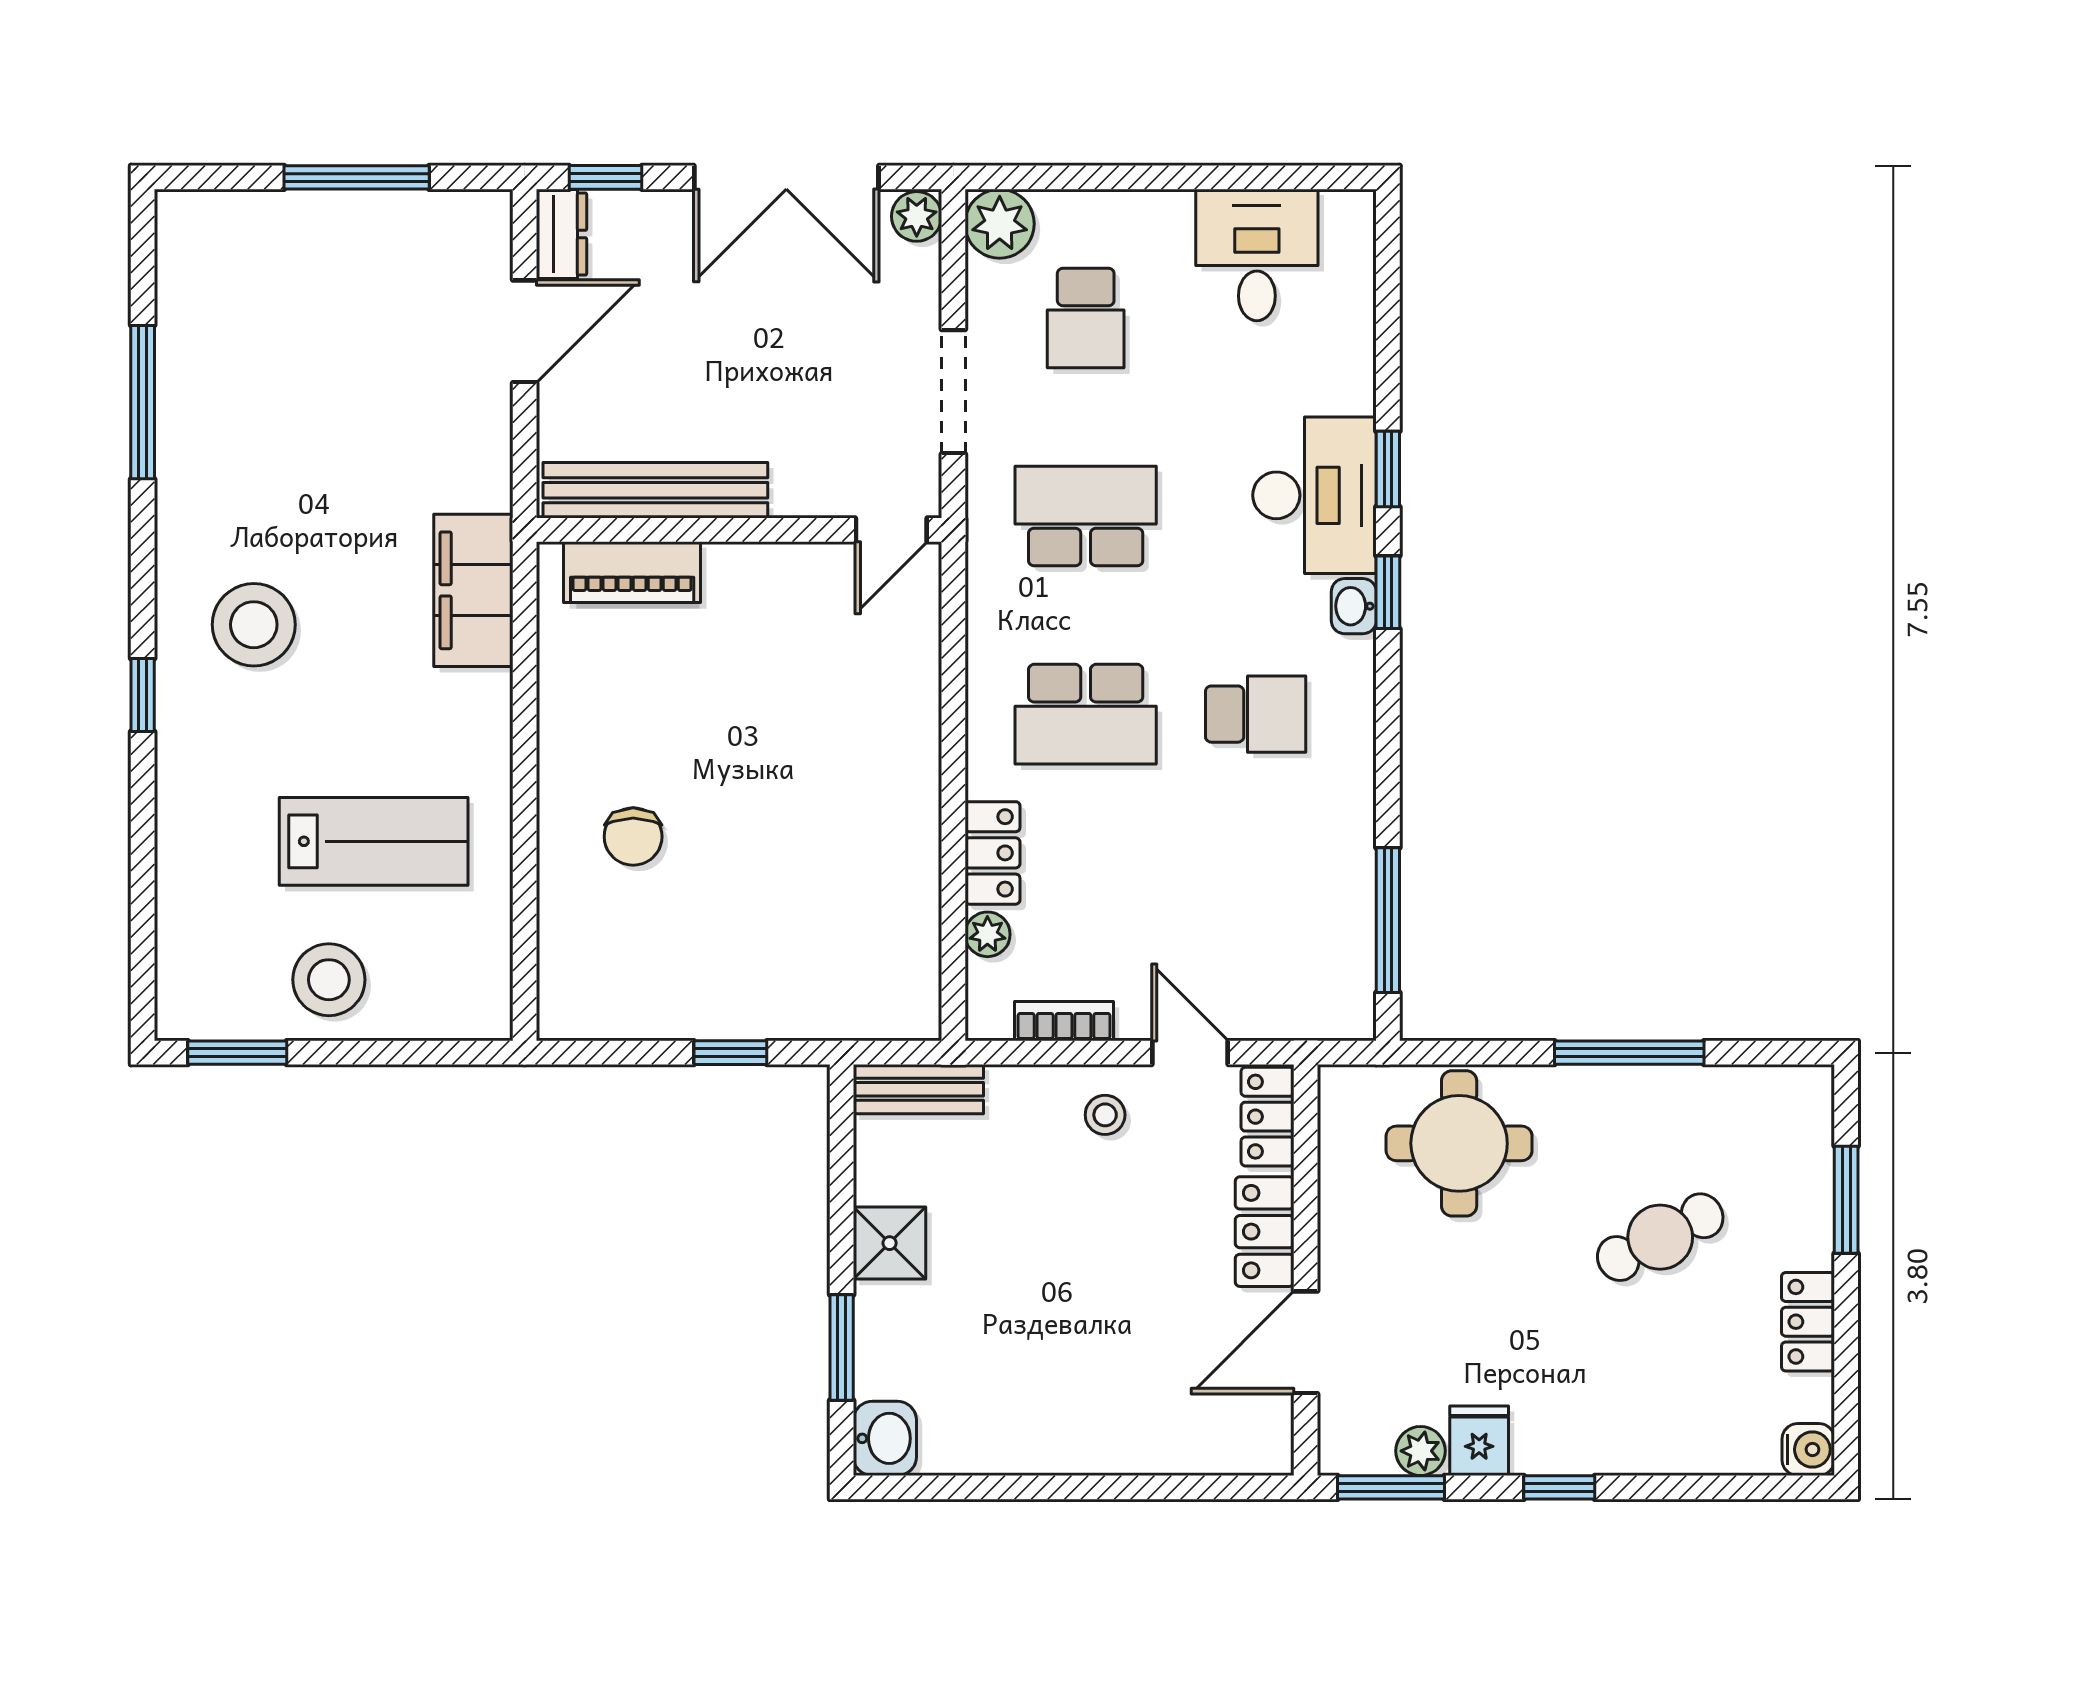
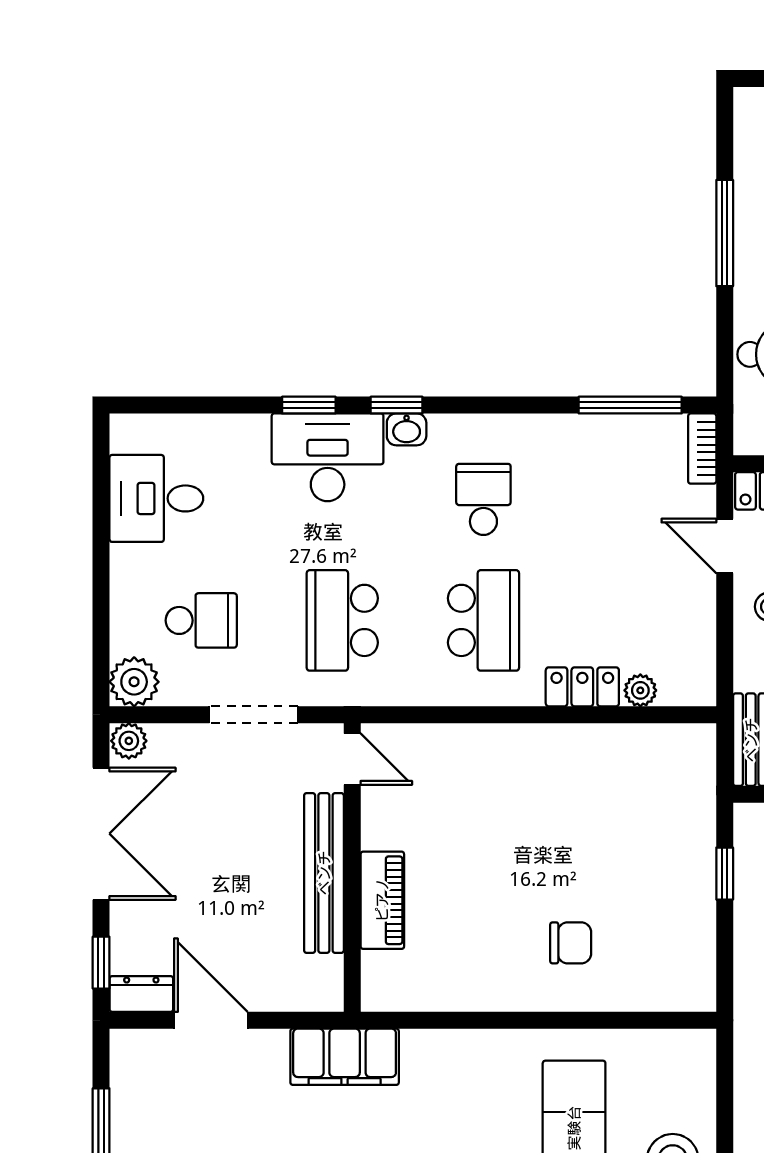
bench: (655, 490) -> (324, 873), moved
piano: (632, 572) -> (382, 900), moved
filing cabinet: (473, 590) -> (345, 1057), moved
bookcase: (1064, 1021) -> (702, 449), moved
door: (1190, 1053) -> (725, 546), hinge flipped

